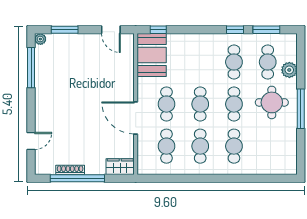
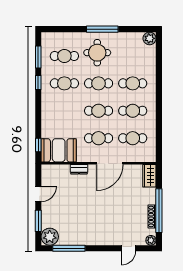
door: (111, 30) -> (38, 194), moved
plant: (40, 39) -> (50, 237), width x1.87, depth x1.87
plant: (289, 70) -> (150, 38), moved
dresser: (128, 80) -> (79, 169), added
door: (31, 141) -> (128, 248), swing flipped
plant: (41, 169) -> (151, 240), added

